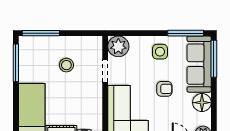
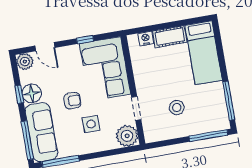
side table: (160, 52) -> (91, 124), moved
armchair: (164, 89) -> (72, 101), turned 180
window: (214, 104) -> (19, 94), added

